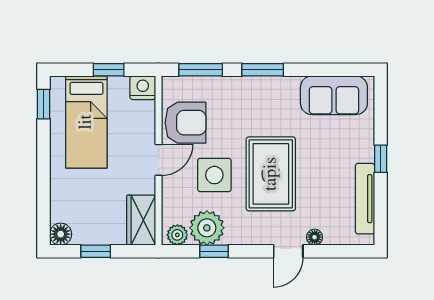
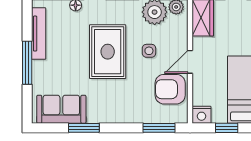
window: (263, 70) -> (84, 128), moved
window: (381, 159) -> (27, 63), width x2.17
side table: (214, 175) -> (149, 51), width x0.54, depth x0.54

